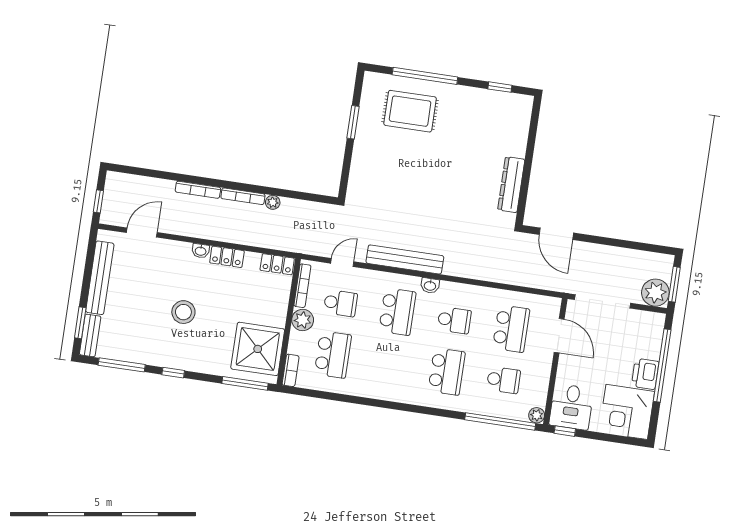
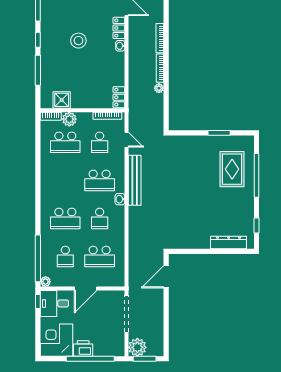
dresser: (511, 185) -> (229, 242), moved
locker: (227, 257) -> (119, 28), moved
plant: (303, 320) -> (69, 119), moved
door: (559, 336) -> (86, 289), moved
shower: (258, 349) -> (62, 100), width x0.54, depth x0.54
window: (245, 383) -> (38, 70), moved

